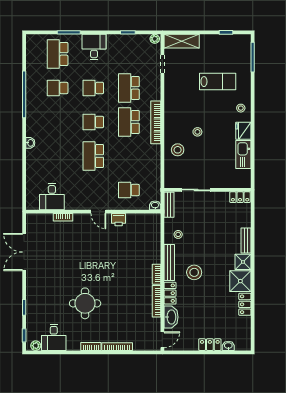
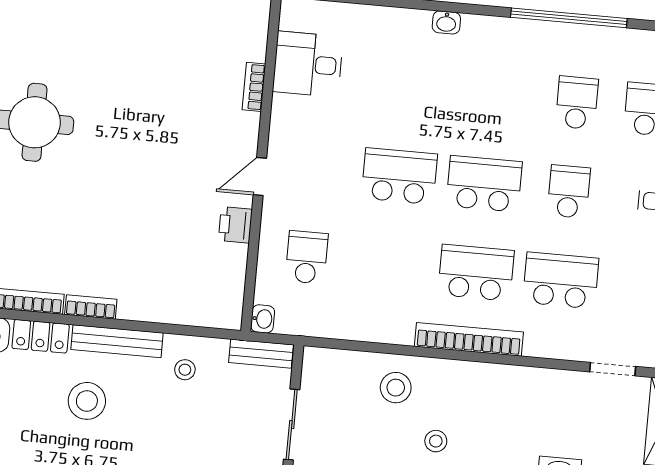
school desk: (93, 122) -> (484, 184), width x1.85

